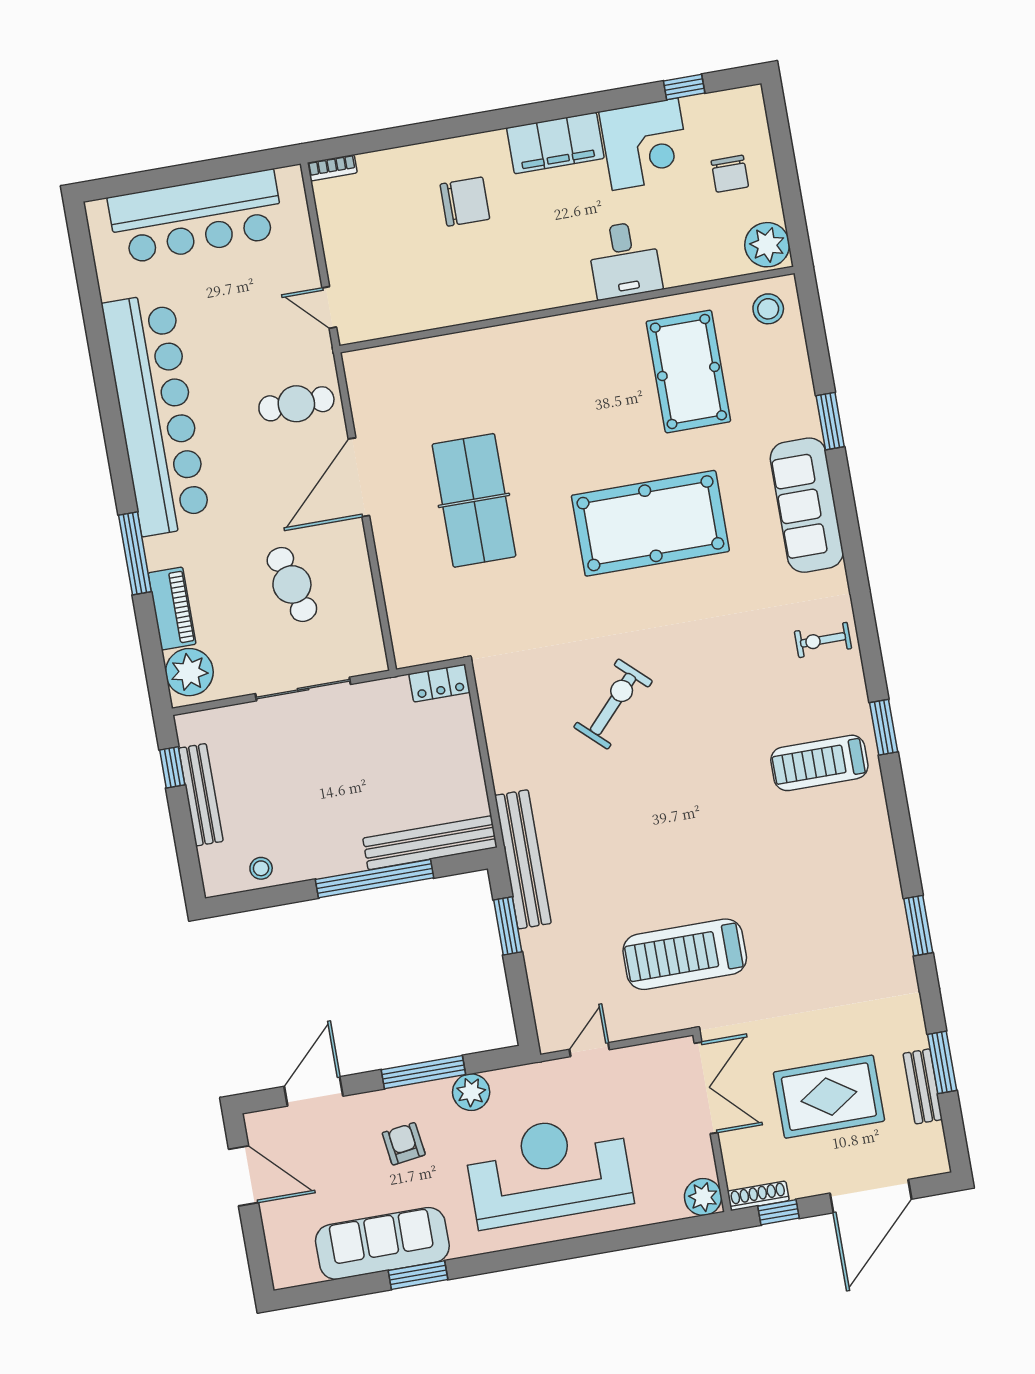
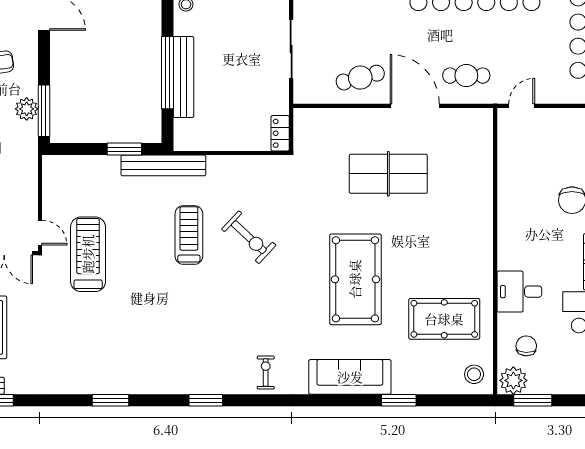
chair: (730, 174) -> (526, 346), moved, turned 93
window: (793, 209) -> (533, 400), added
cafe table: (296, 404) -> (466, 76), turned 90
cafe table: (292, 584) -> (360, 78), moved
treadmill: (819, 763) -> (189, 235), moved
bench: (430, 843) -> (184, 77), moved
window: (918, 926) -> (110, 400), moved
door: (589, 1050) -> (40, 233), moved
window: (423, 1072) -> (44, 111), moved

